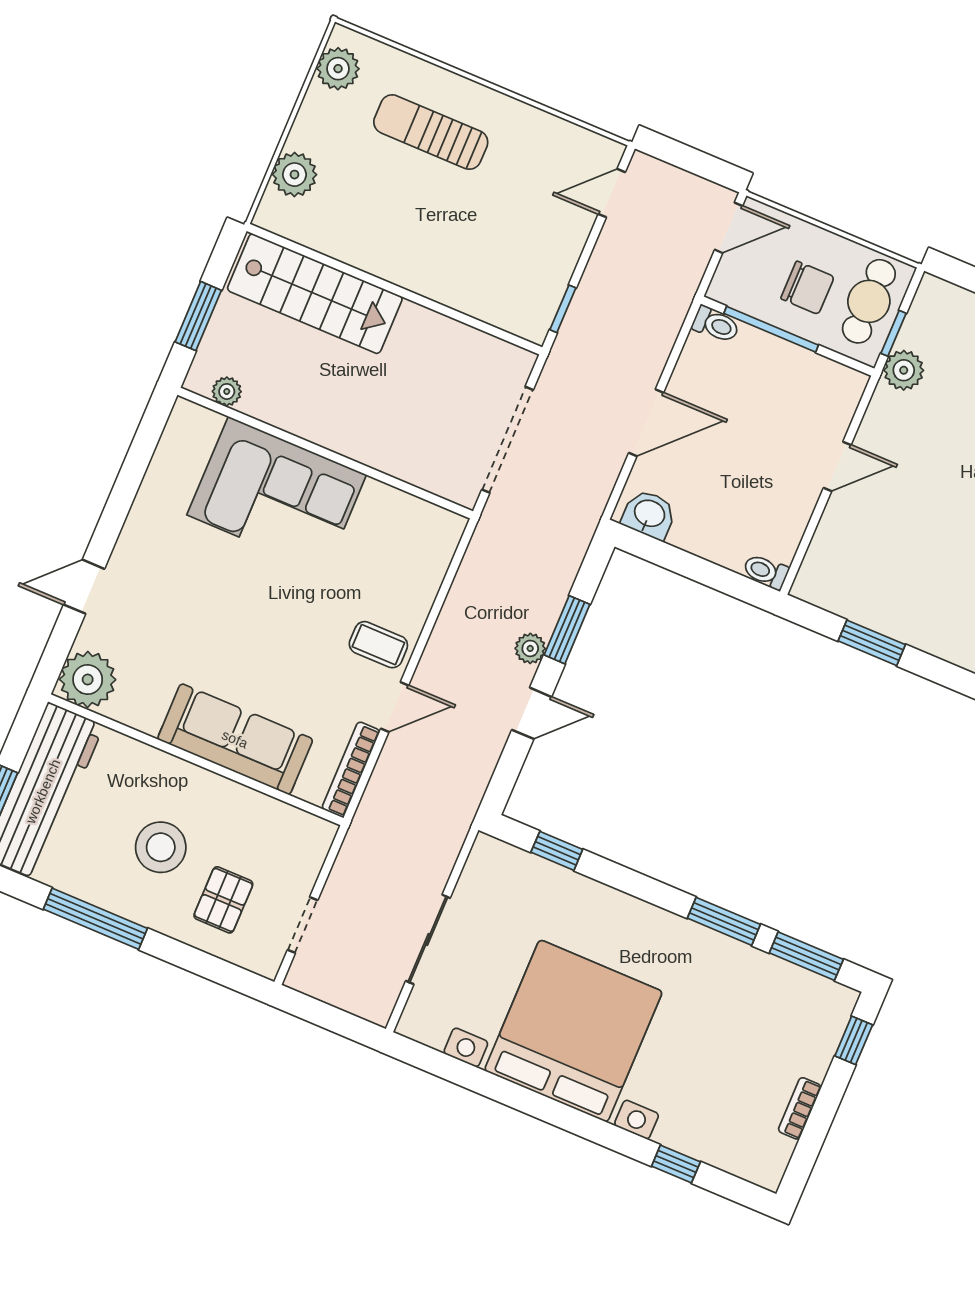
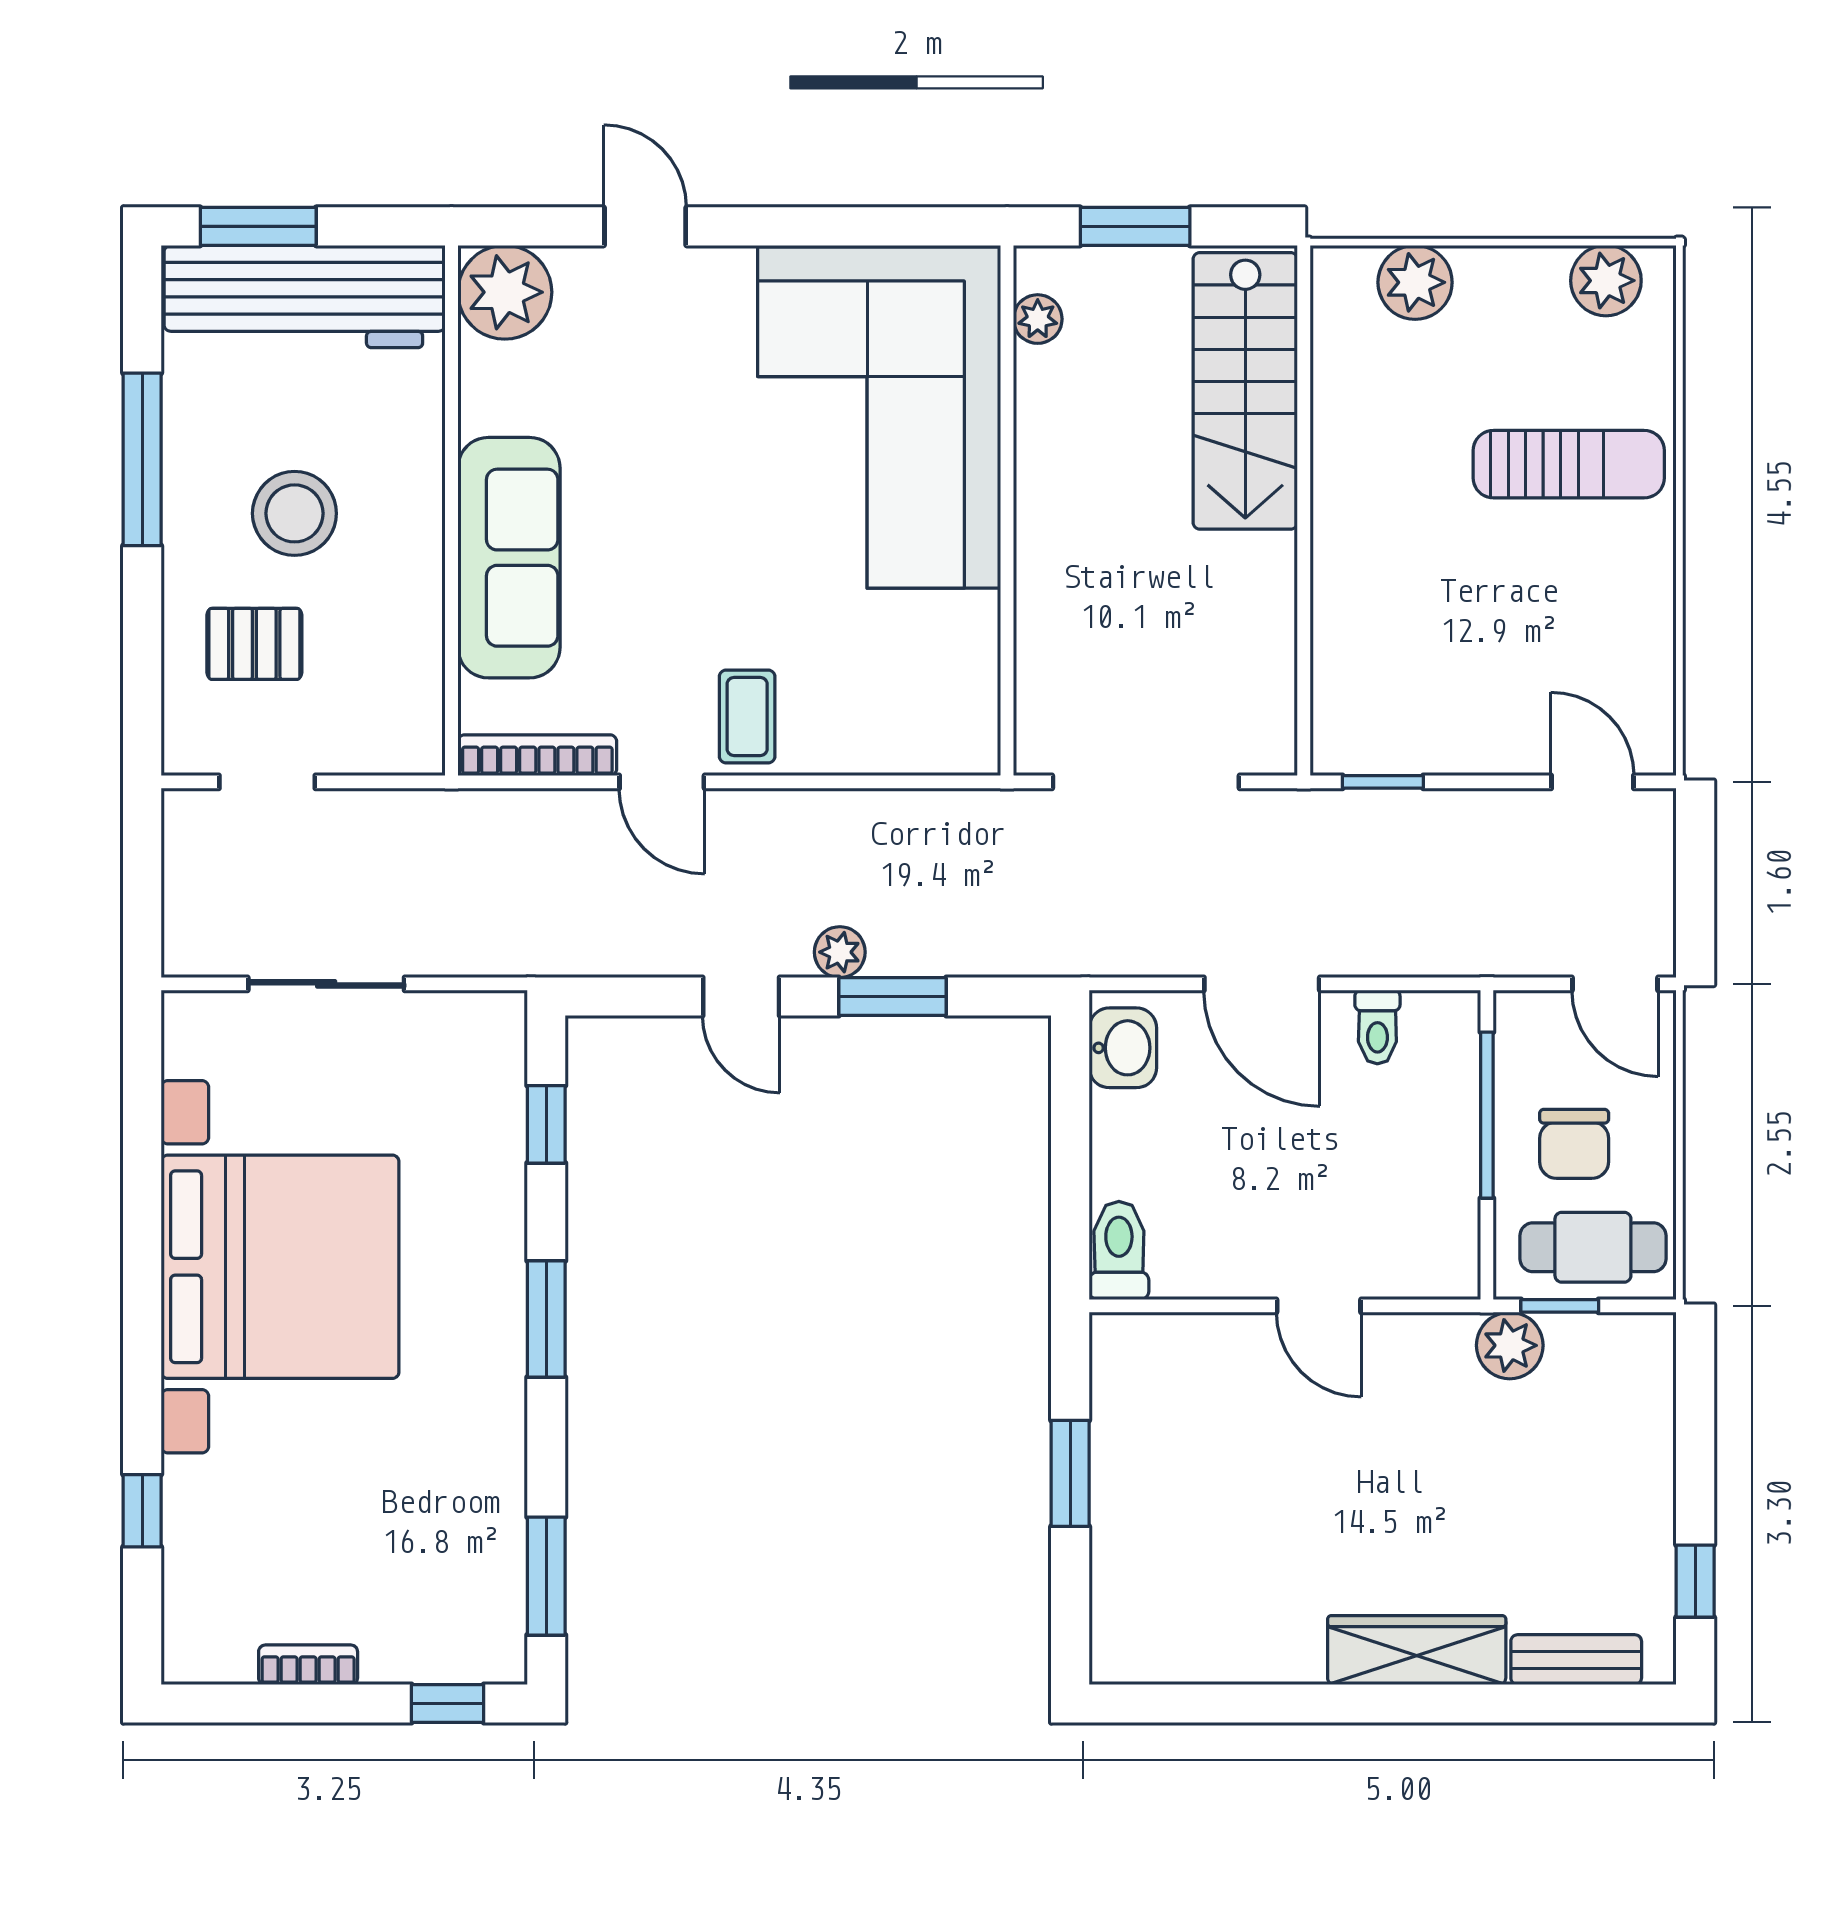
sun lounger: (431, 132) -> (1569, 464), turned 90
toilet: (716, 325) -> (1377, 1027), moved
corner sofa: (277, 495) -> (879, 417), width x1.36, depth x1.36
toilet: (766, 572) -> (1119, 1250), width x1.37, depth x1.39
window: (724, 921) -> (546, 1319), moved

